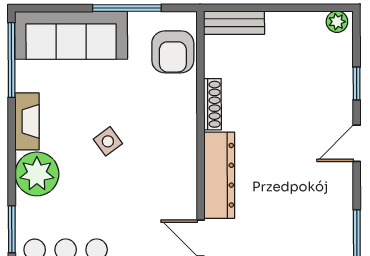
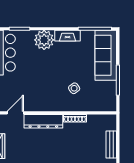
bench: (234, 23) -> (111, 144), moved
armchair: (173, 52) -> (98, 101), removed
side table: (108, 141) -> (74, 88), moved

